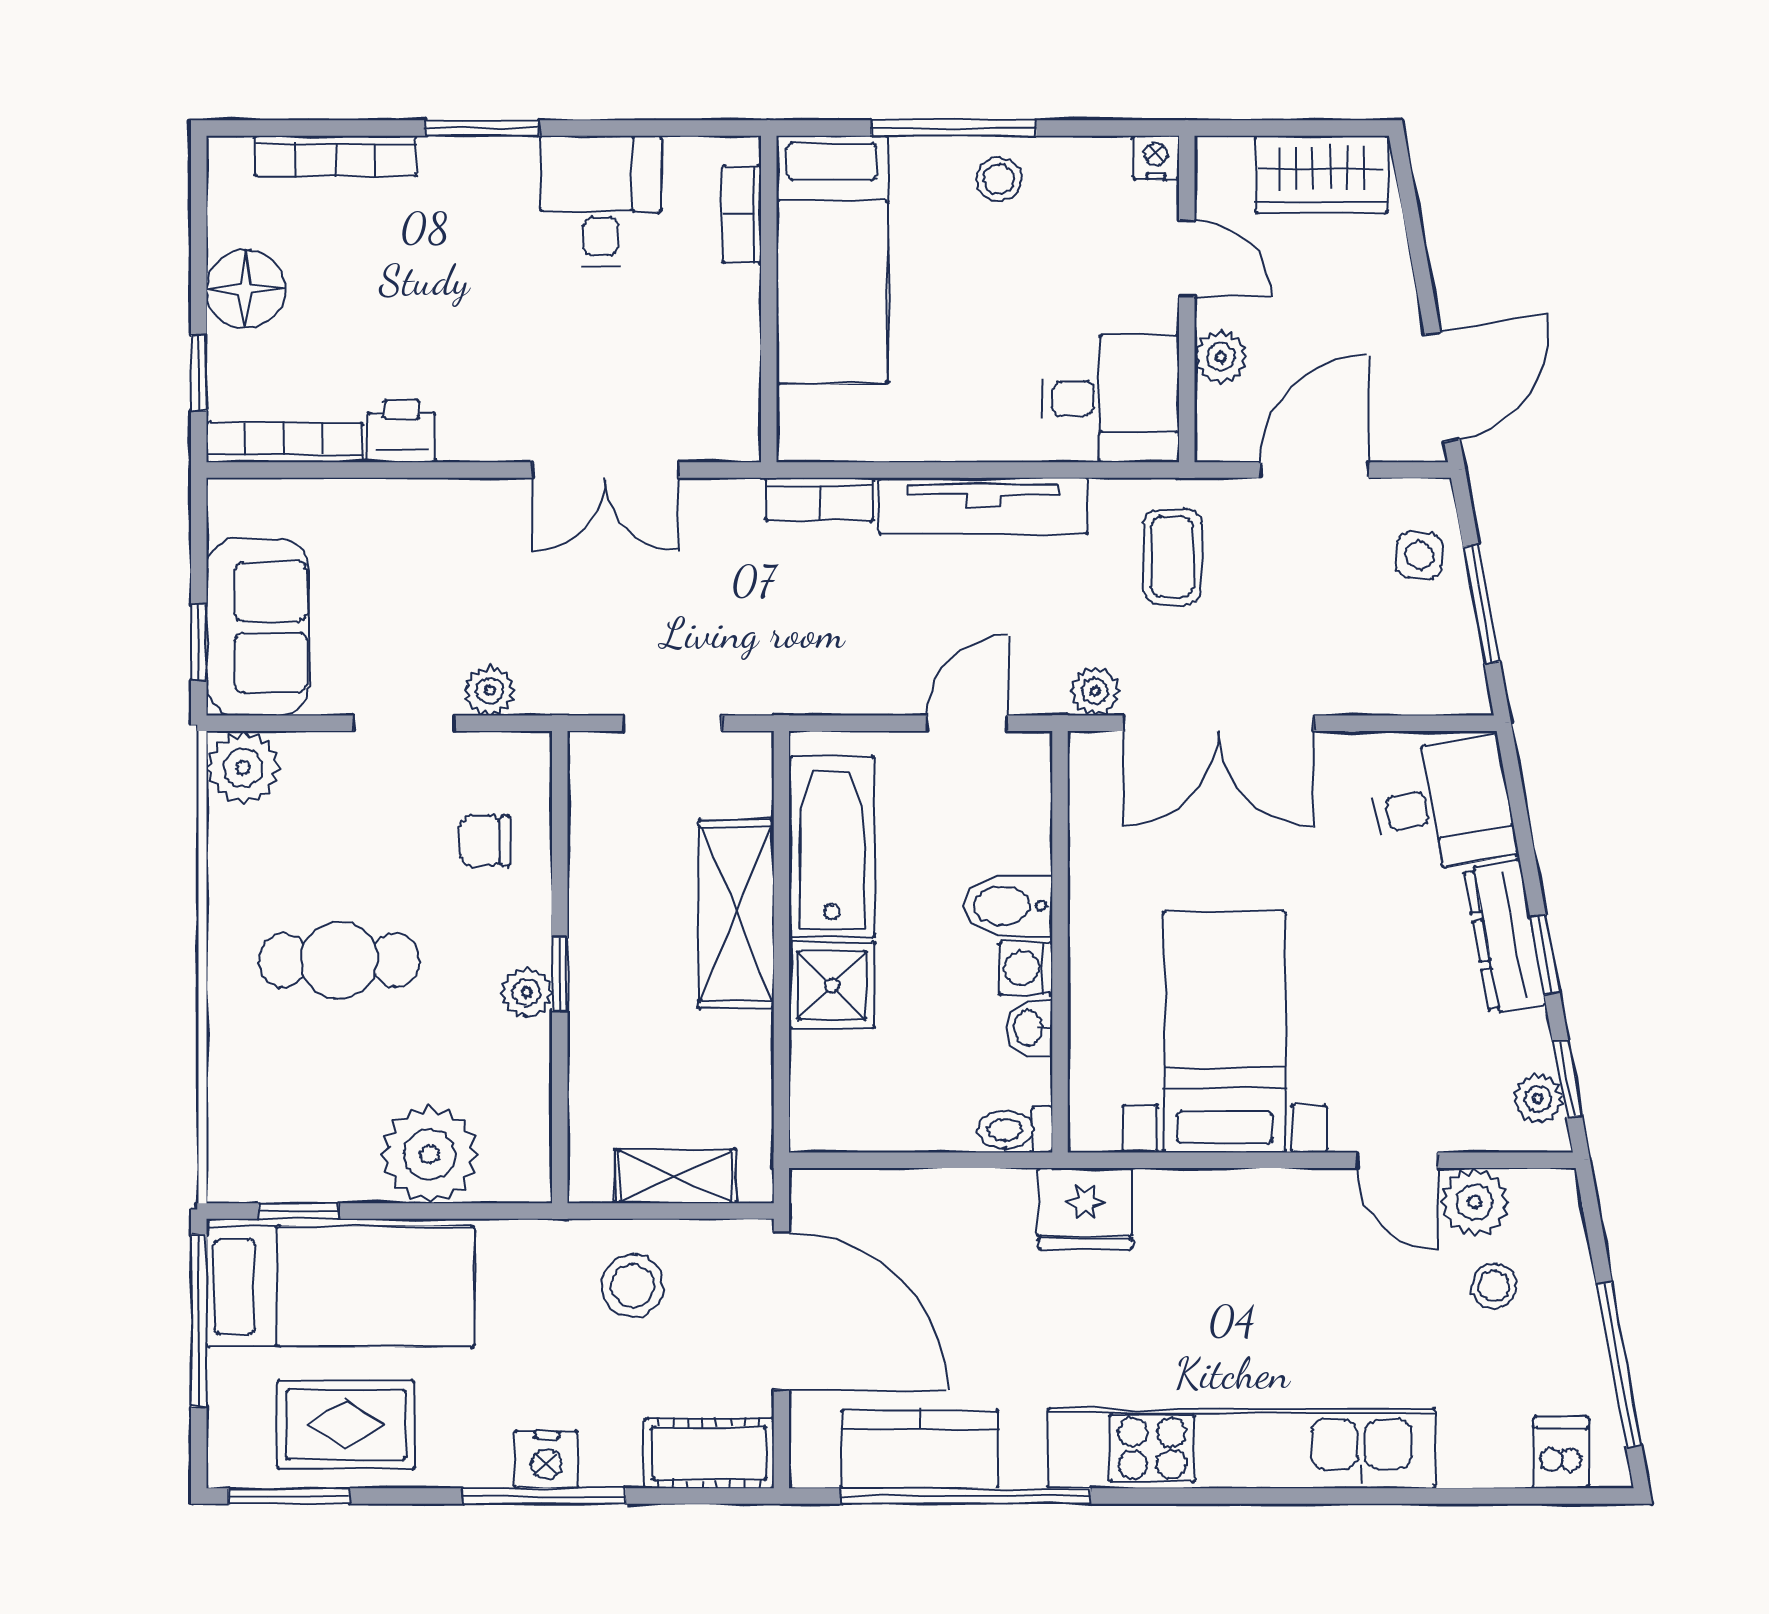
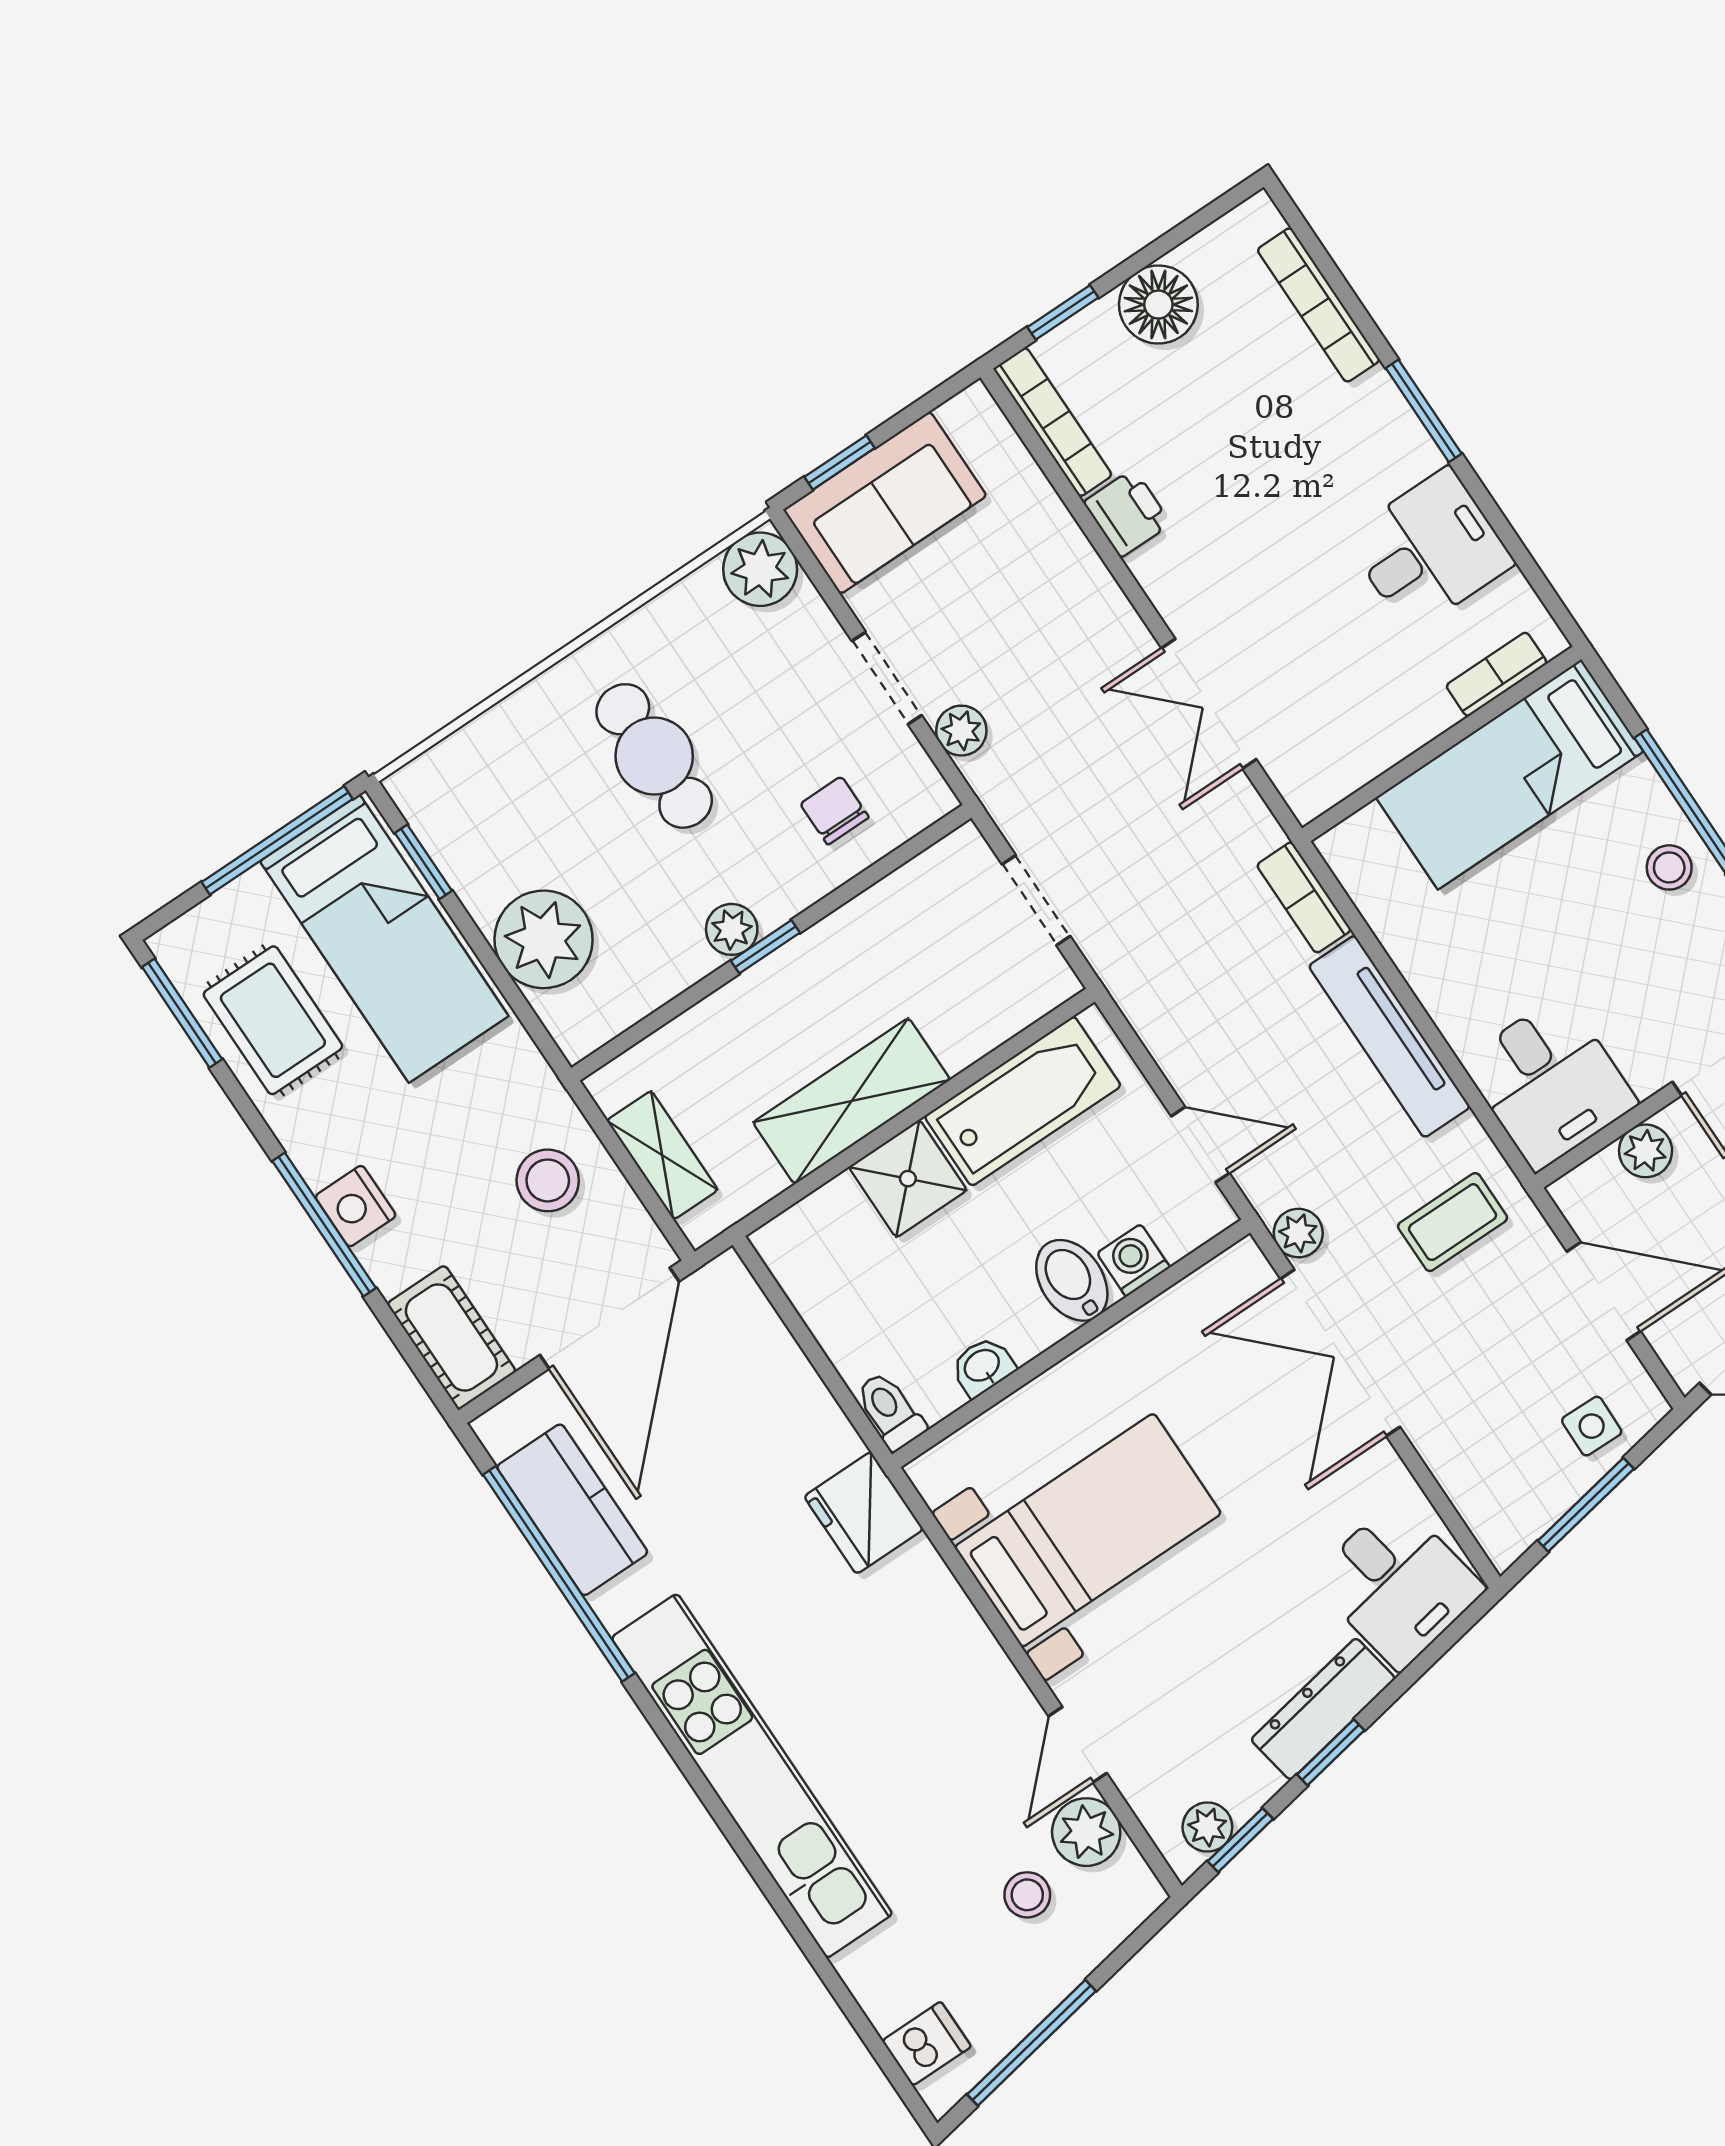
shelving: (736, 914) -> (852, 1101), moved
washing machine: (1026, 968) -> (1133, 1260), moved

